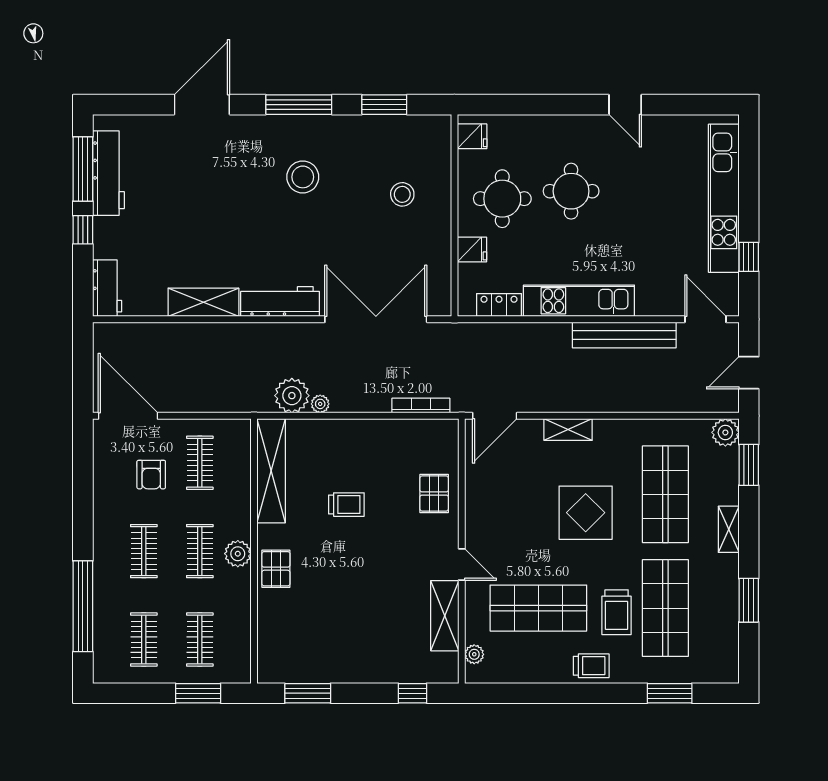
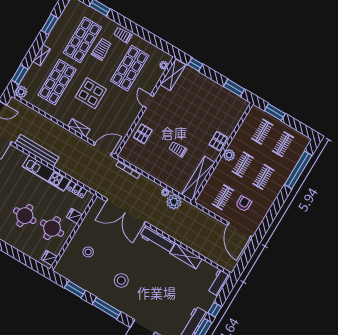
shop shelf: (538, 608) -> (130, 68), turned 90
shelving: (445, 616) -> (173, 75), moved

